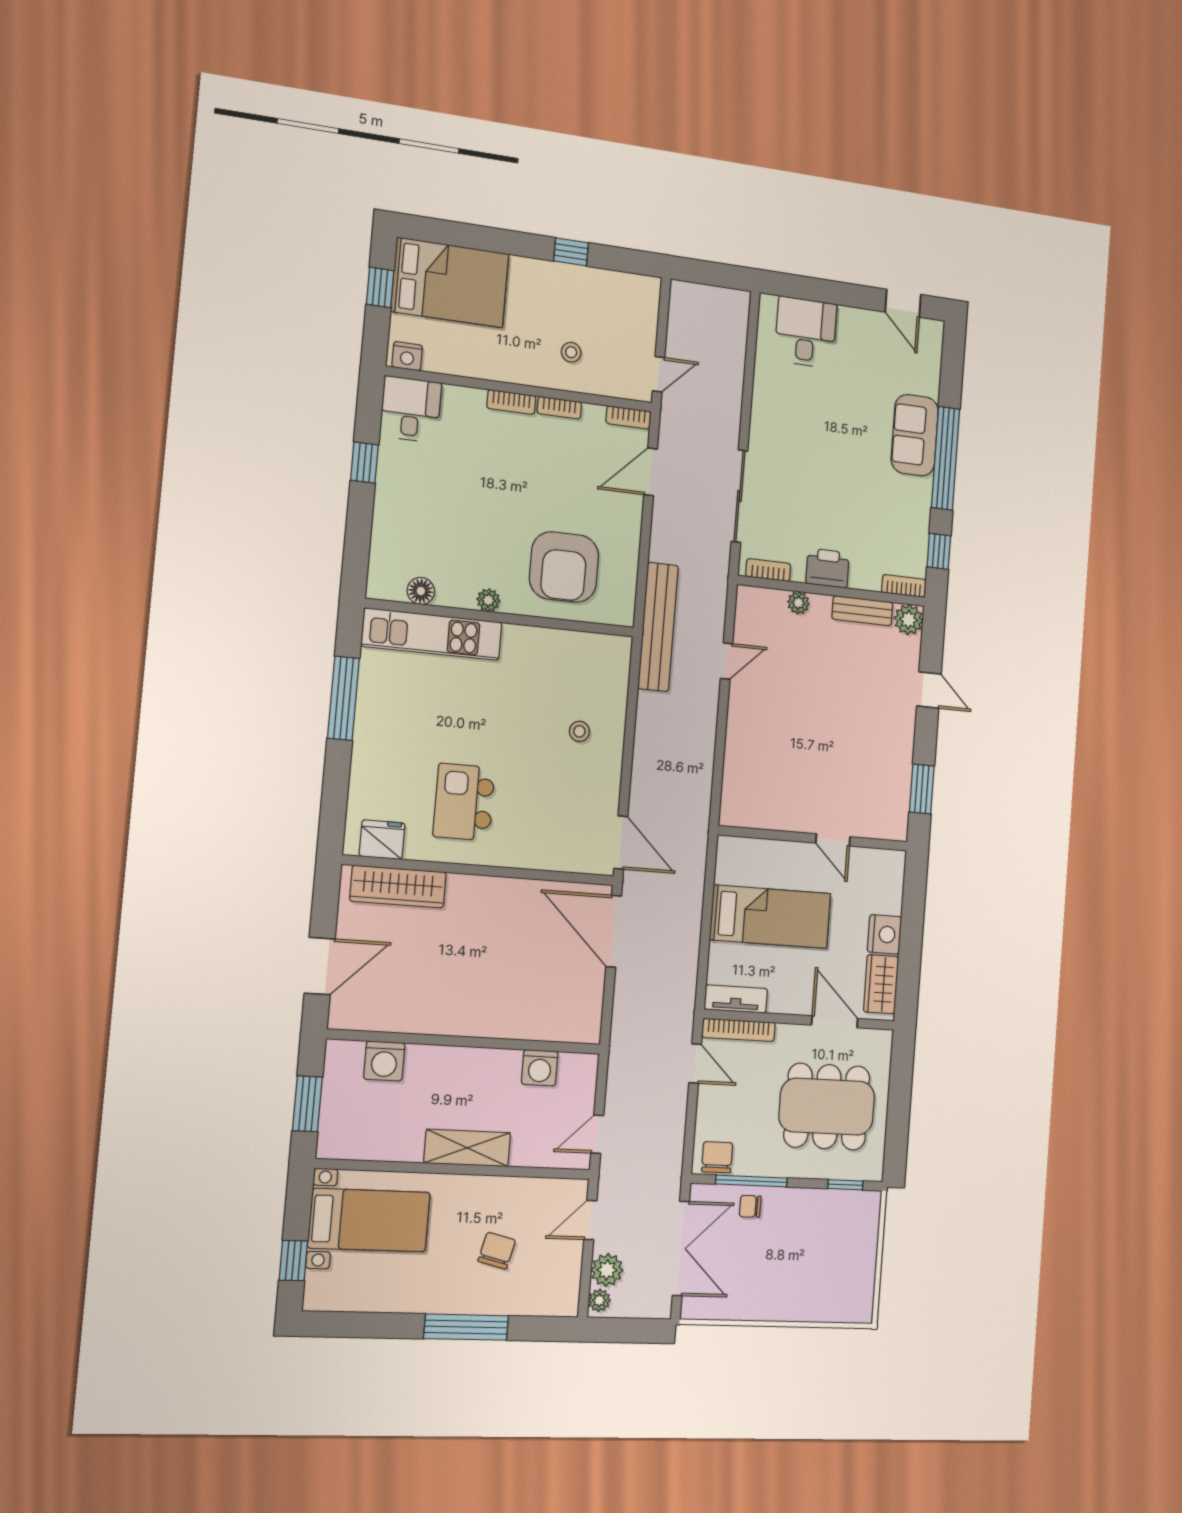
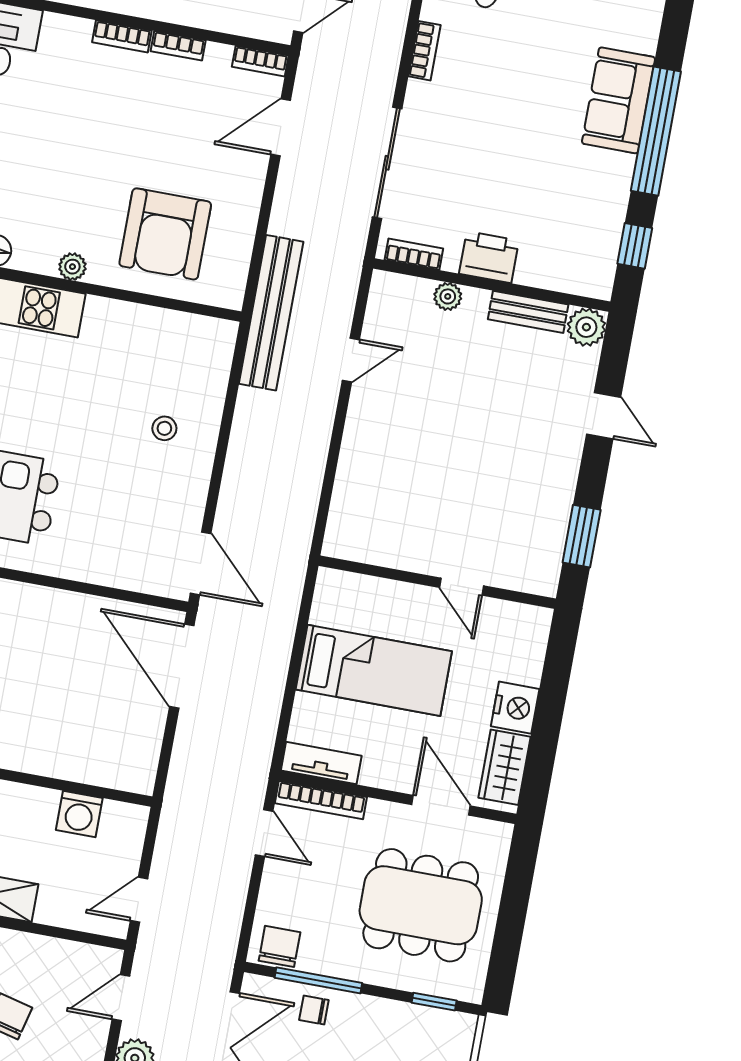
bookcase: (904, 586) -> (424, 51), moved, turned 90

